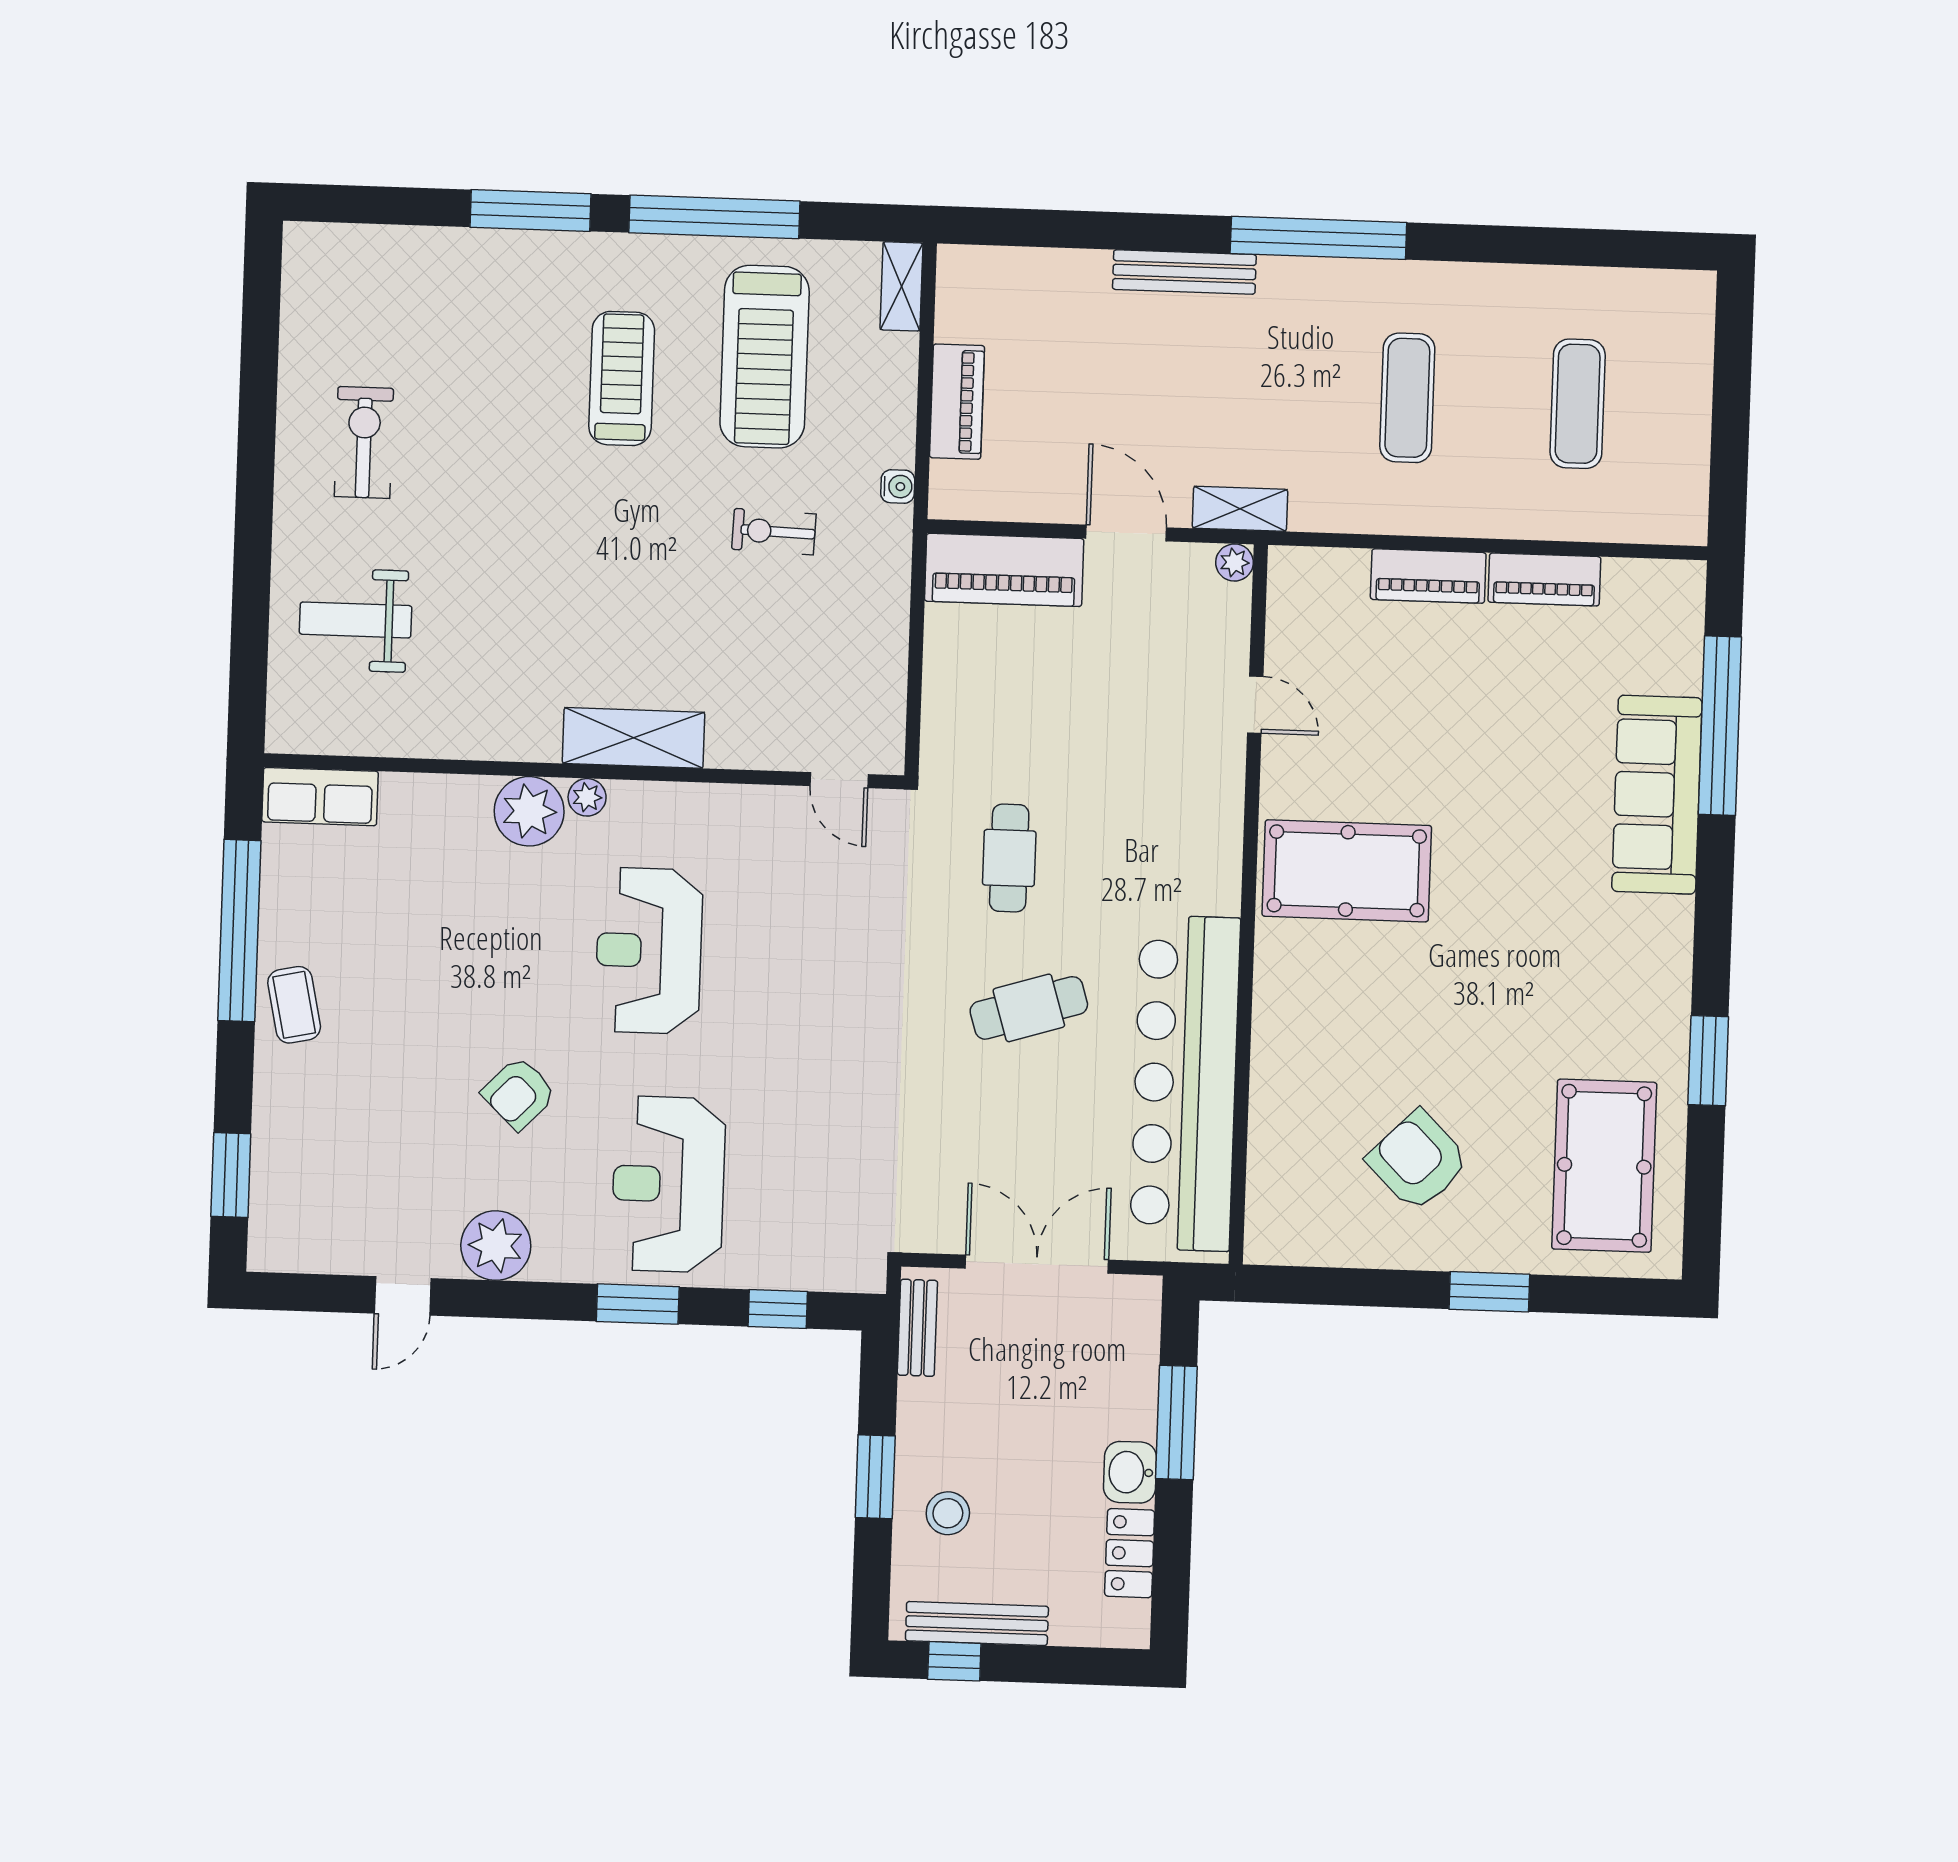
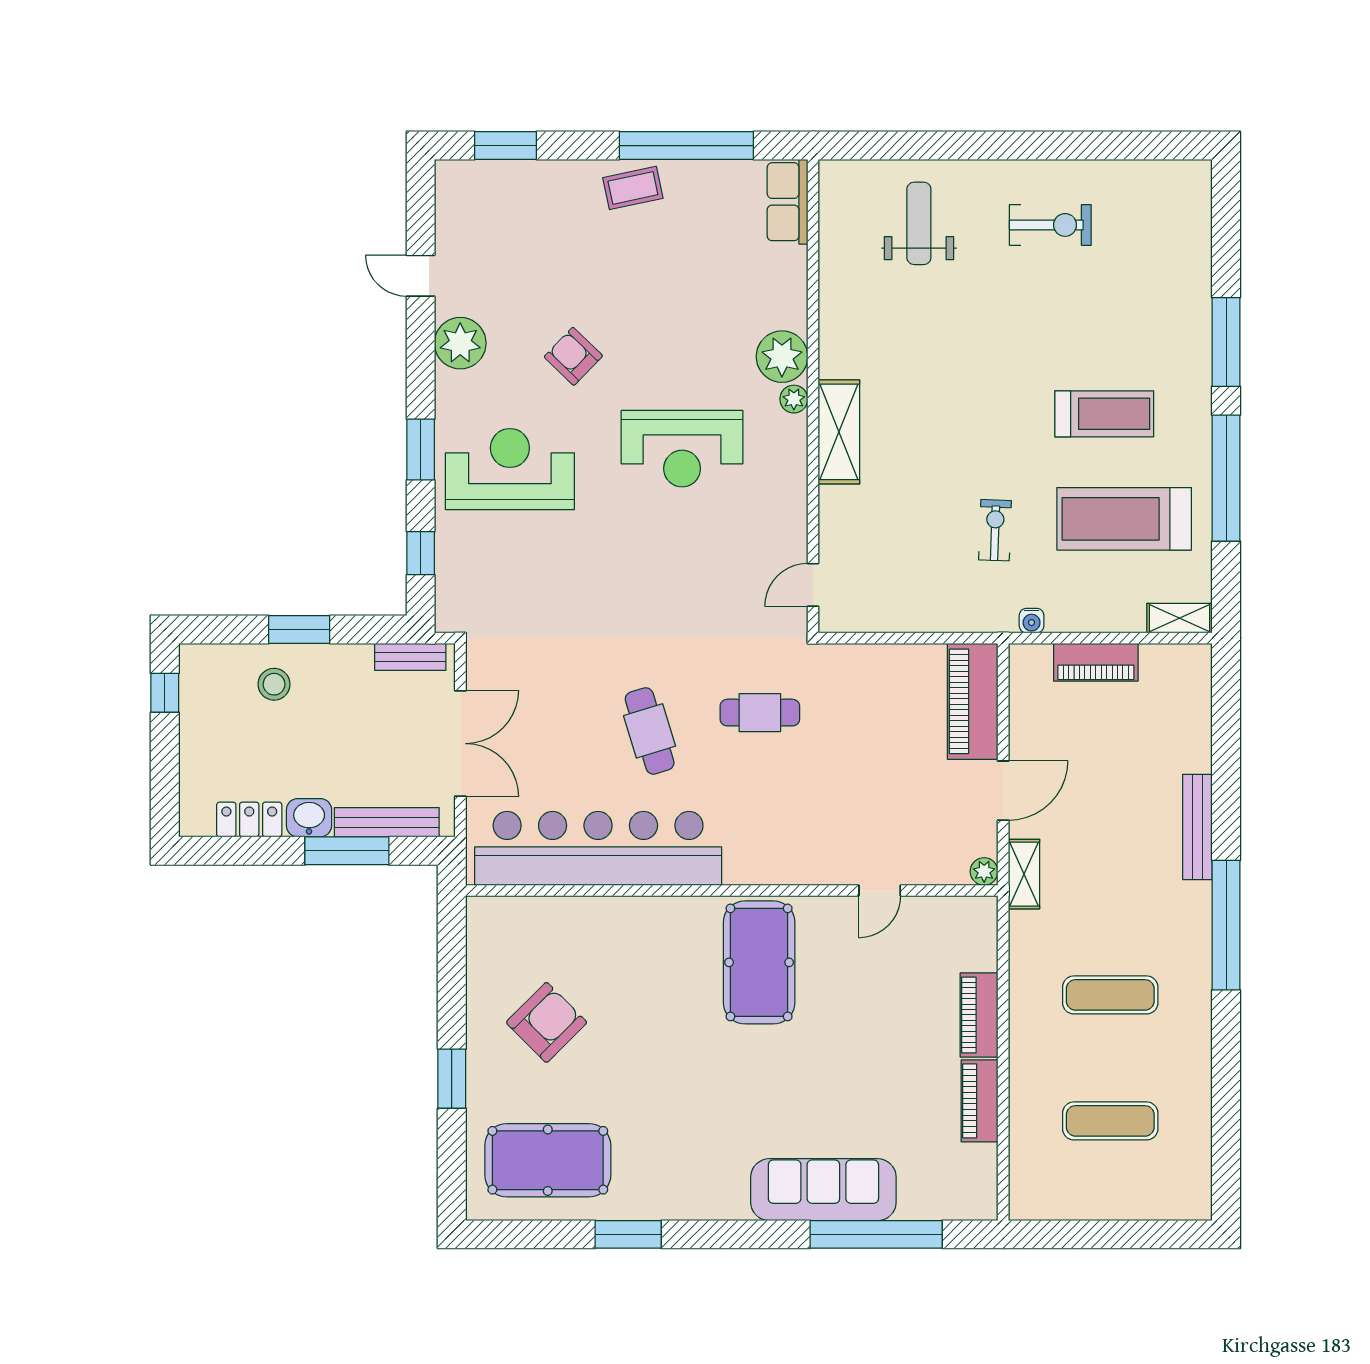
reception desk: (649, 951) -> (682, 449), turned 180
bench: (977, 1624) -> (387, 822), moved, turned 90

